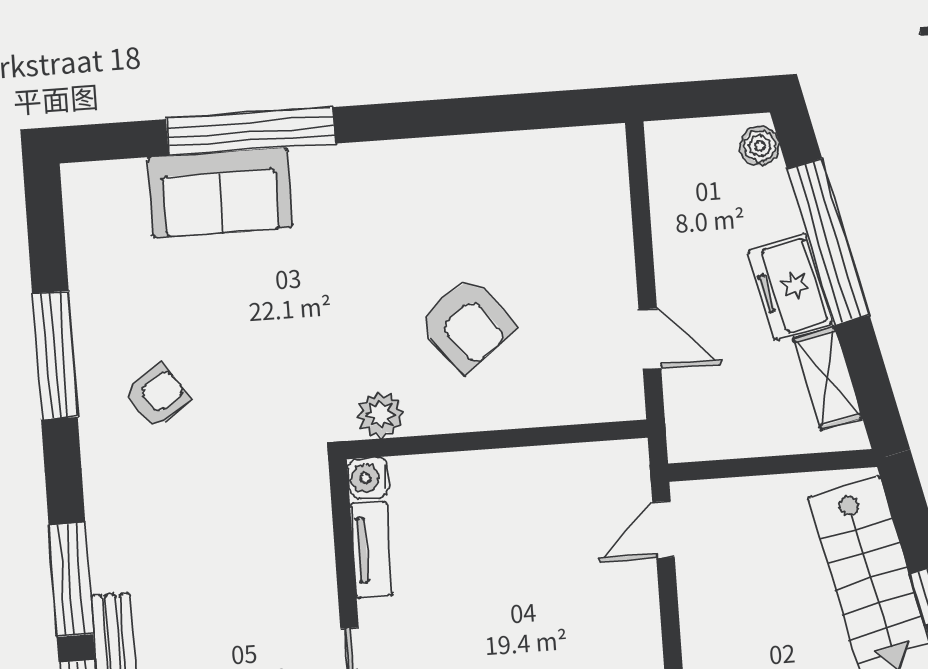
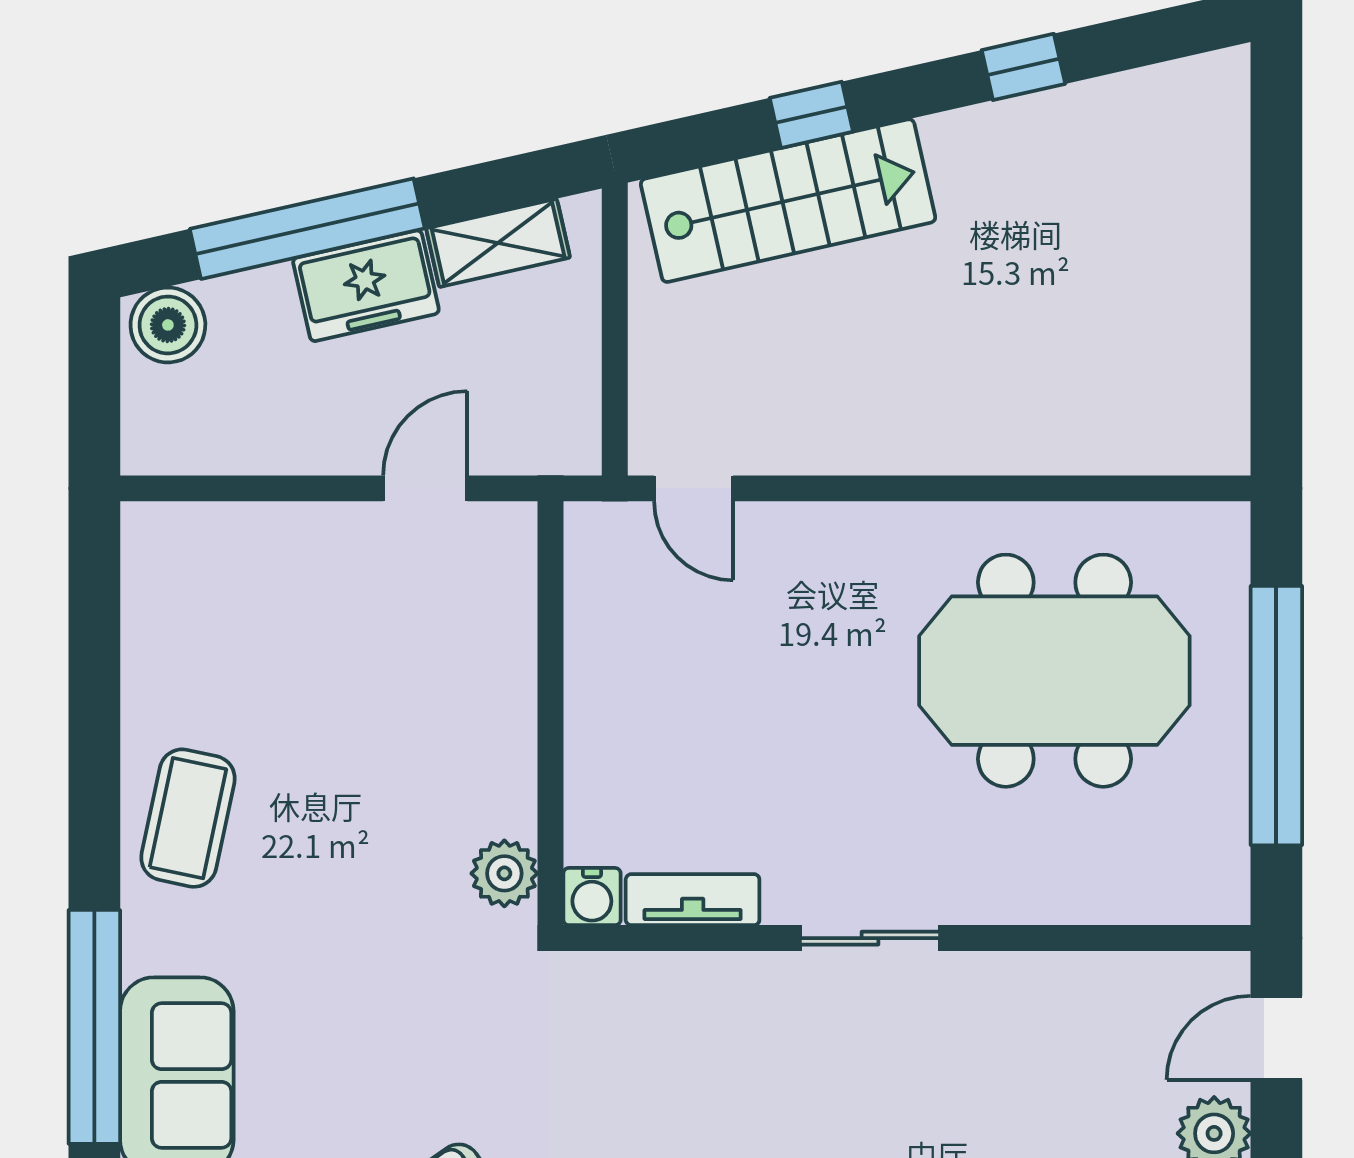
boiler: (760, 146) -> (168, 325), width x1.36, depth x1.36
coffee table: (404, 187) -> (188, 818), added
armchair: (467, 325) -> (387, 743), removed

